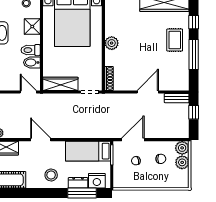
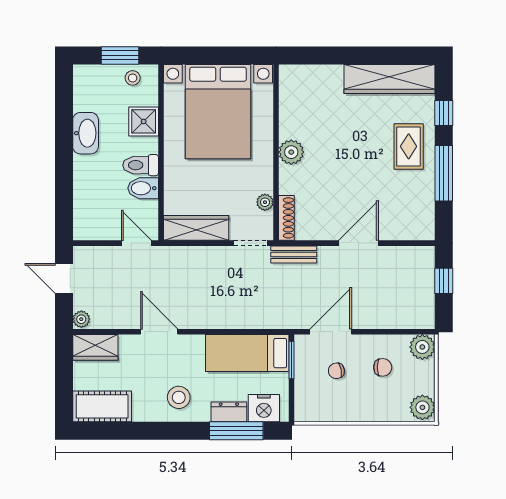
plant: (97, 70) -> (265, 202), added
bench: (177, 98) -> (294, 254), moved
plant: (182, 162) -> (422, 407), moved

